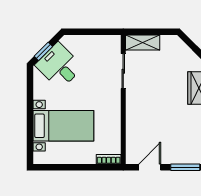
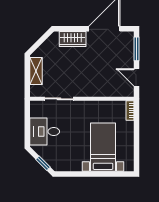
shelving: (143, 43) -> (36, 71), moved
desk: (59, 66) -> (45, 131), moved, turned 45

